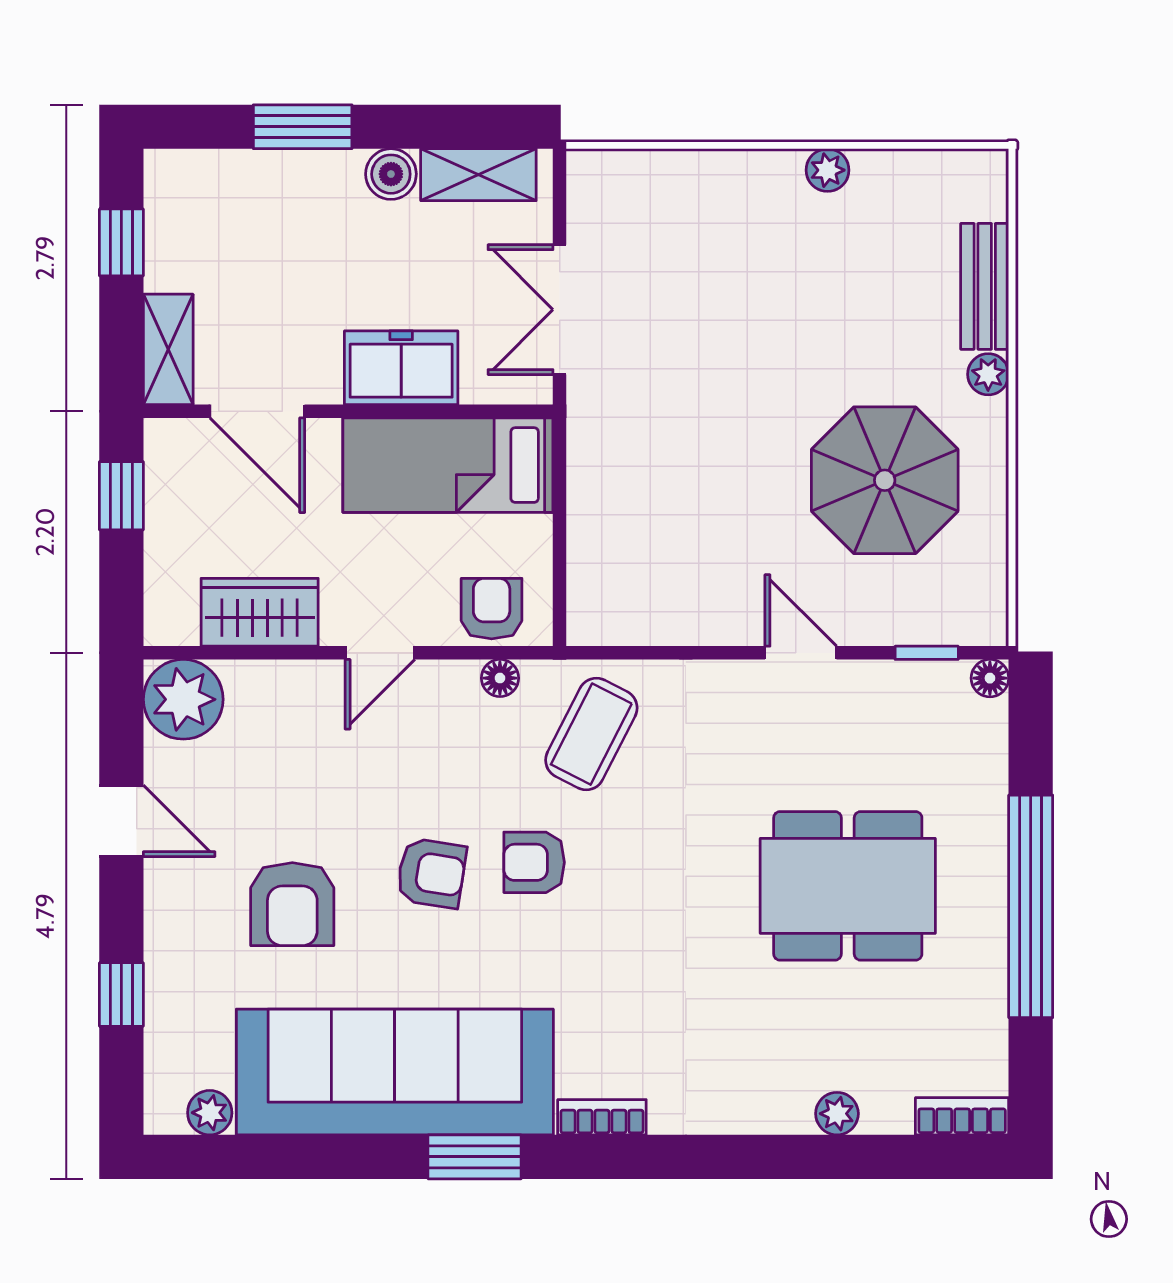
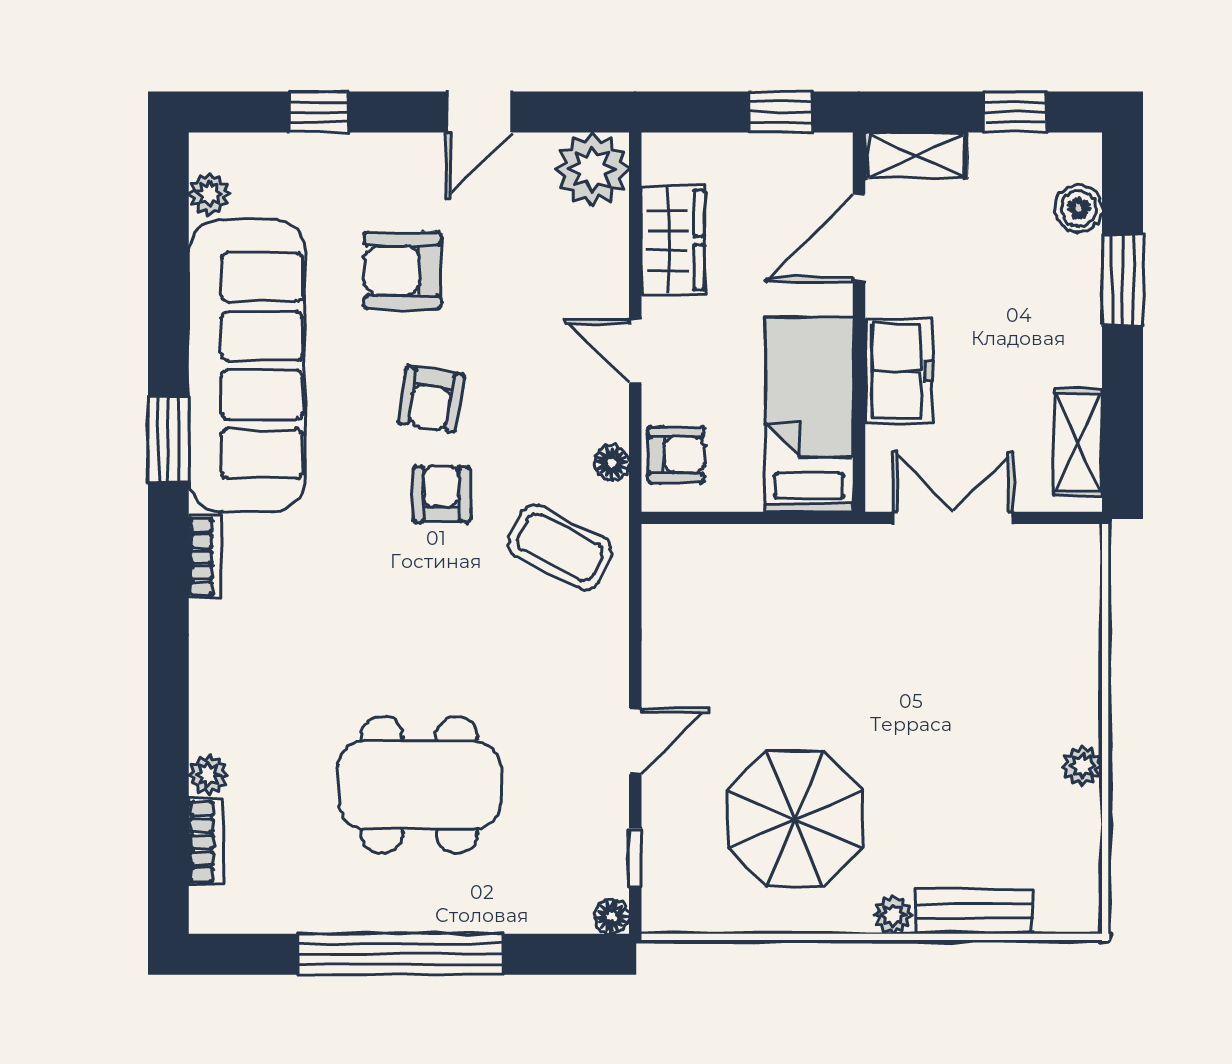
boiler: (391, 174) -> (1079, 208), moved
dining table: (848, 886) -> (419, 785), turned 90
bookcase: (962, 1116) -> (206, 842), moved

